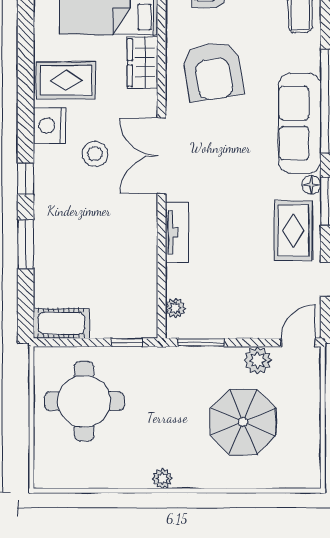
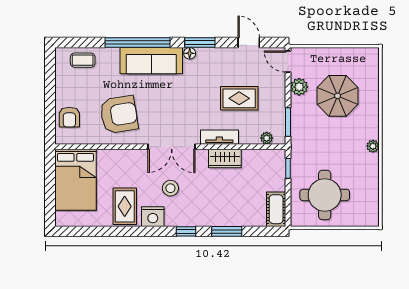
wardrobe: (143, 63) -> (225, 159), moved
rug: (293, 230) -> (239, 98), moved

